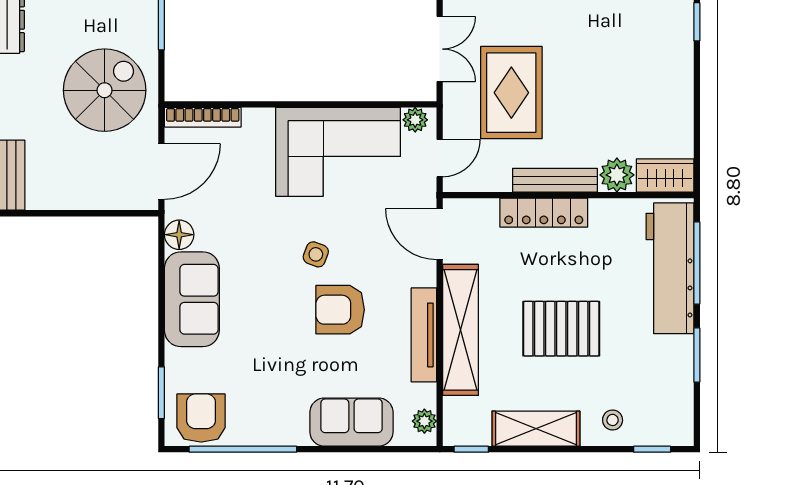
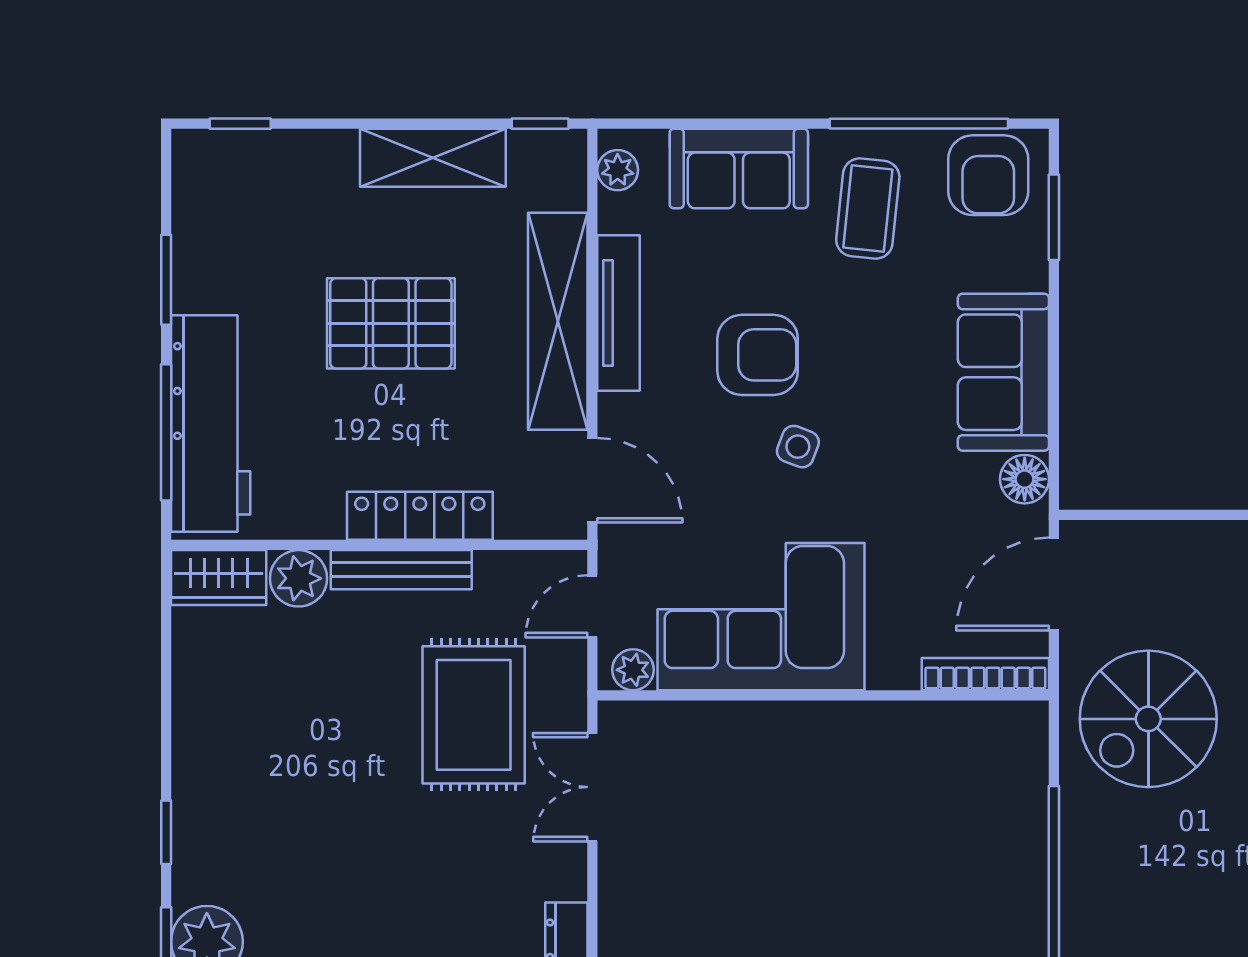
coffee table: (274, 398) -> (868, 209), added
stool: (613, 420) -> (306, 172), removed

